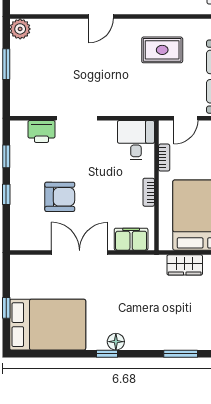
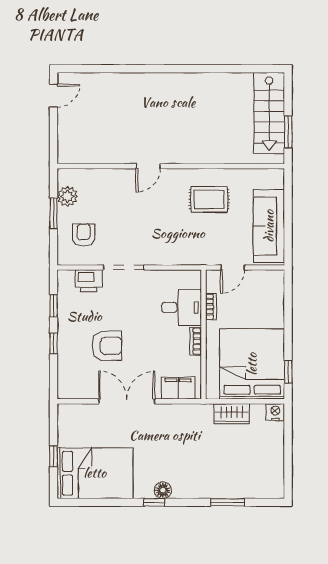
plant: (20, 29) -> (67, 196), moved
armchair: (36, 86) -> (84, 235), added
desk: (136, 140) -> (182, 307), moved, turned 90

